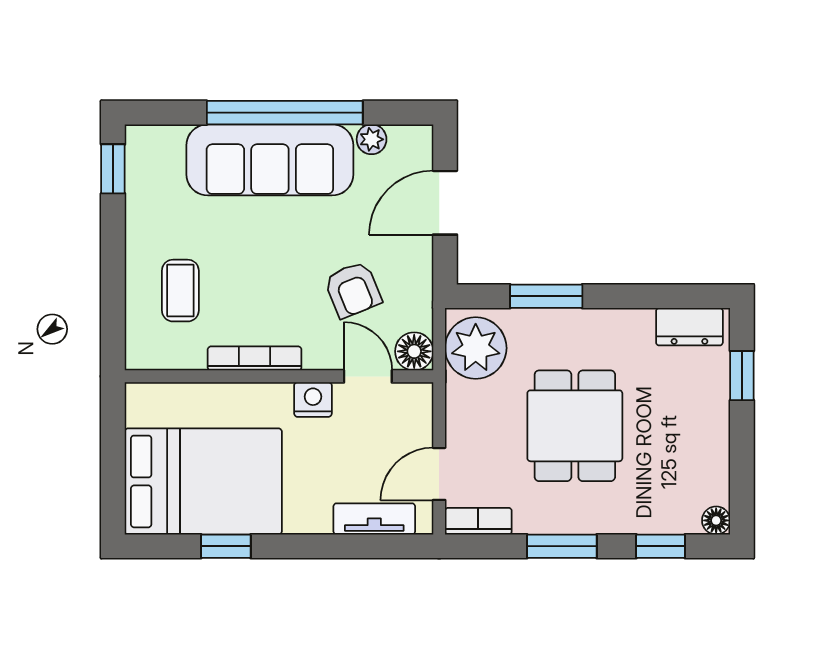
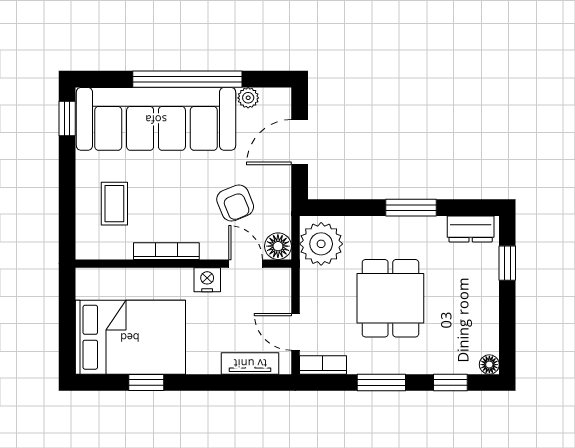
sofa: (270, 160) -> (156, 119), width x1.36, depth x1.27
window: (546, 296) -> (411, 208), moved
door: (439, 474) -> (295, 332), hinge flipped

